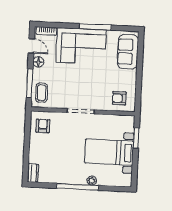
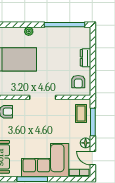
dresser: (33, 173) -> (86, 58), moved
window: (78, 187) -> (64, 25), moved

